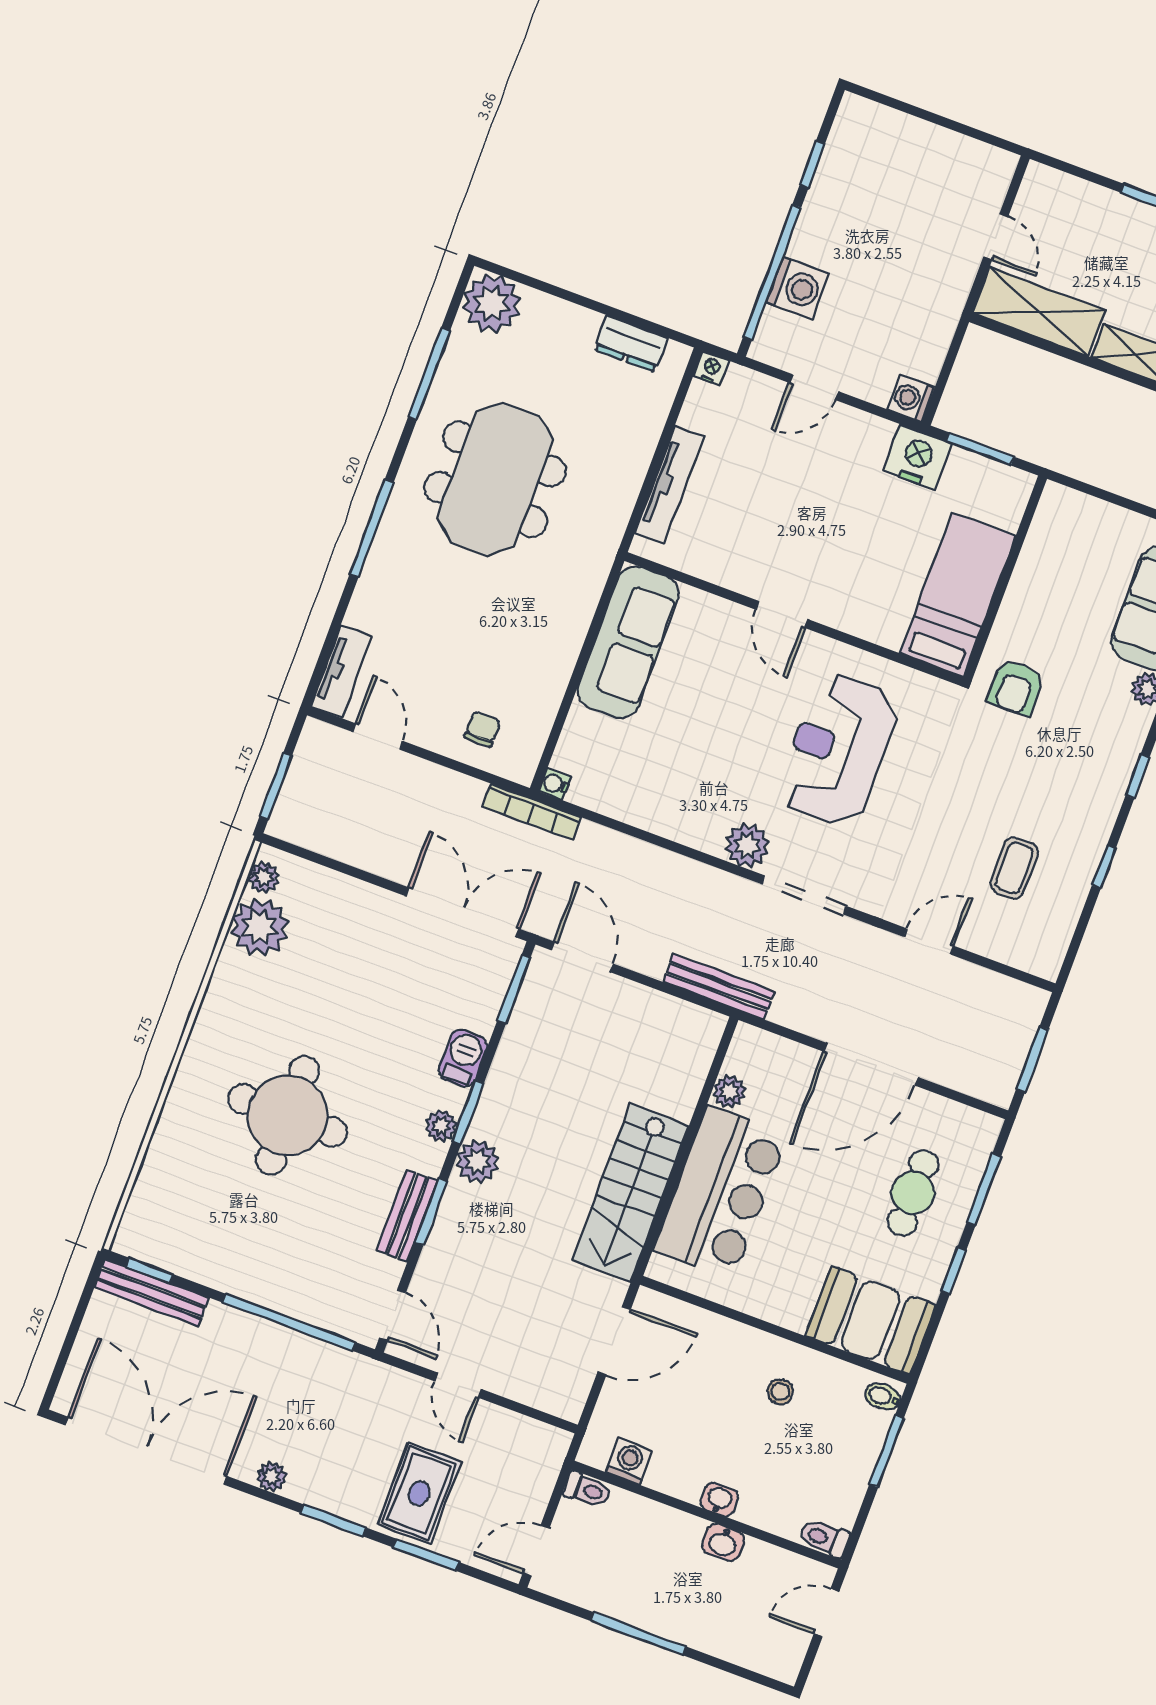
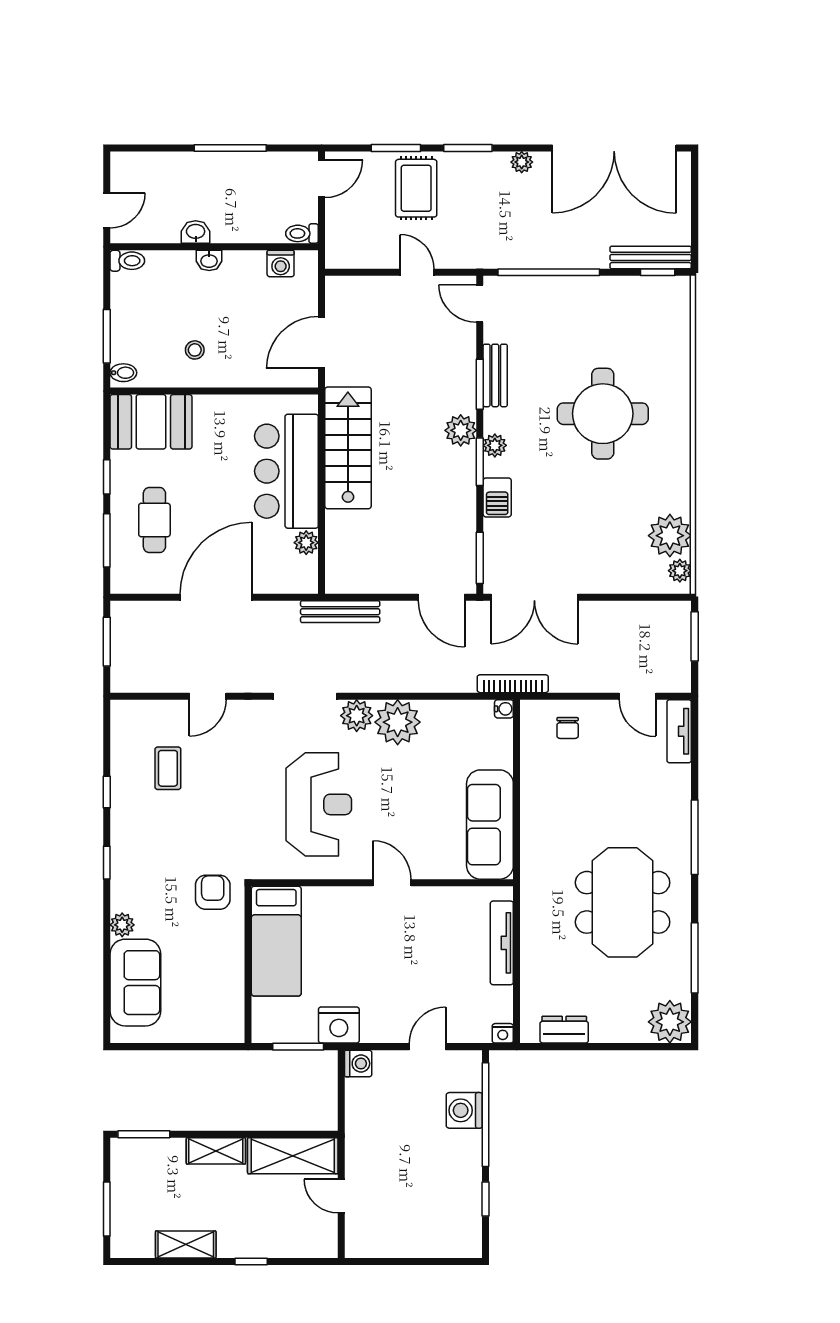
plant: (698, 817) -> (398, 722), added

